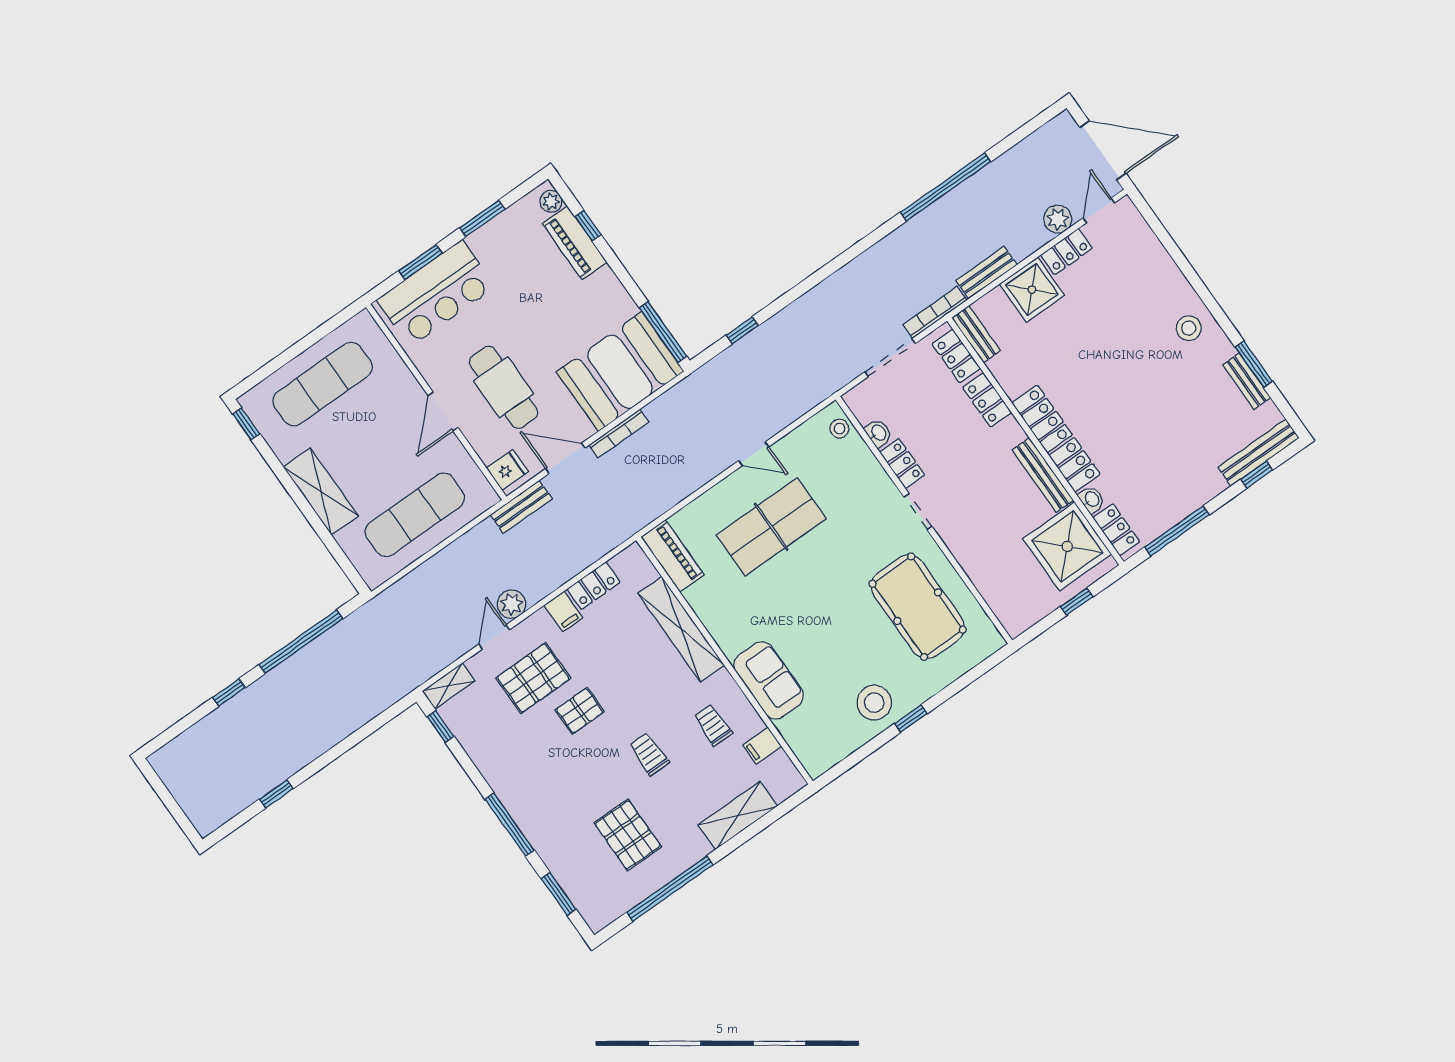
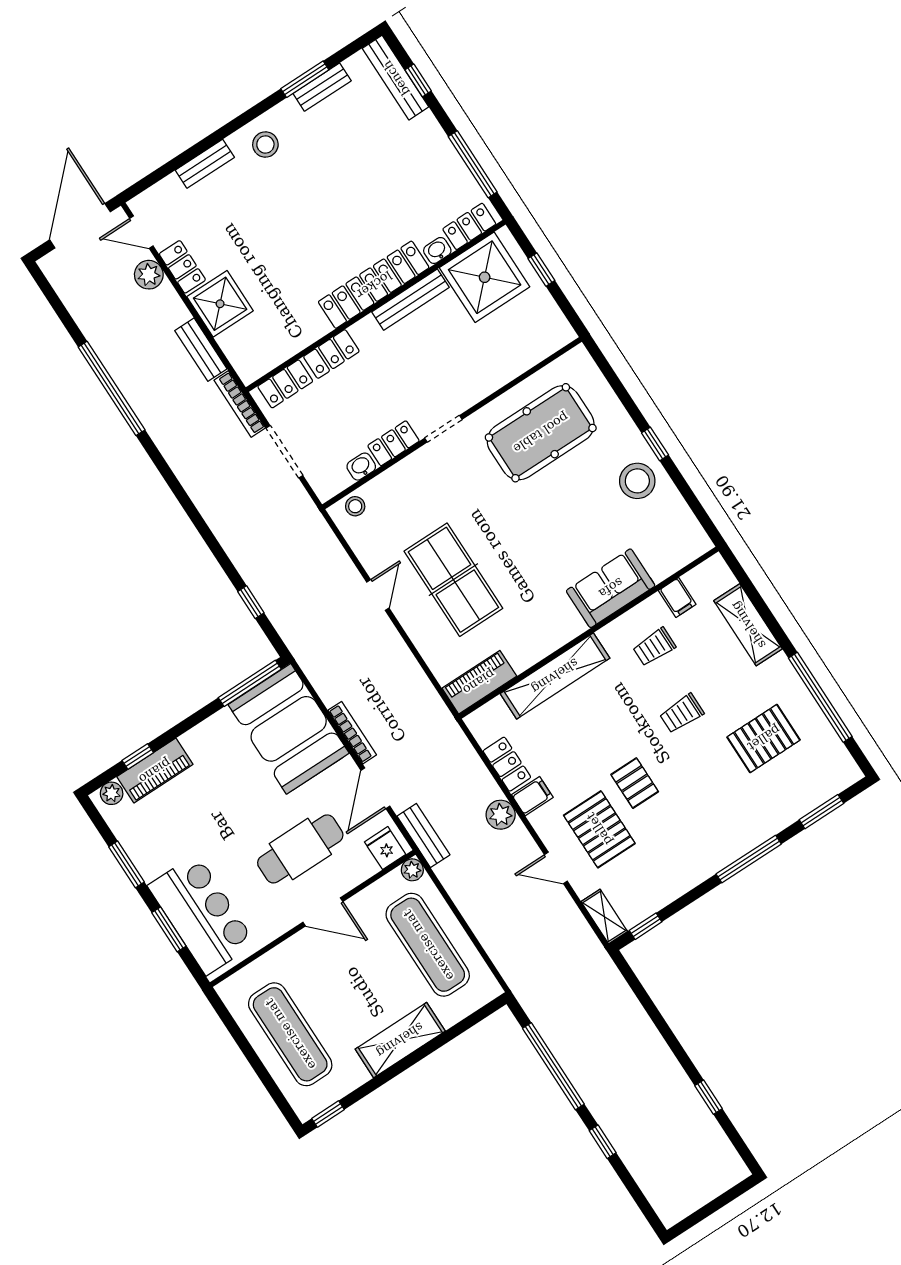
bench: (976, 334) -> (205, 164), moved
plant: (487, 497) -> (412, 870), added
plant: (512, 604) -> (501, 815), moved

